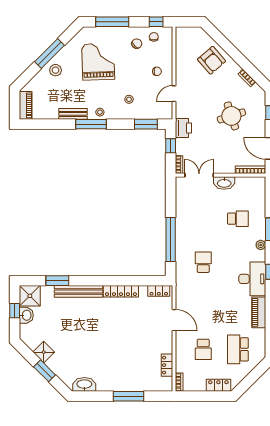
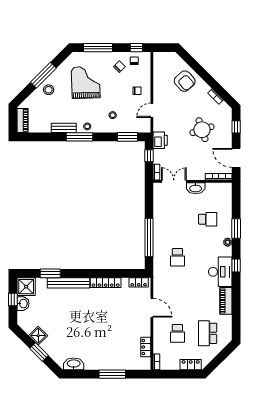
school desk: (203, 262) -> (177, 257), turned 180

